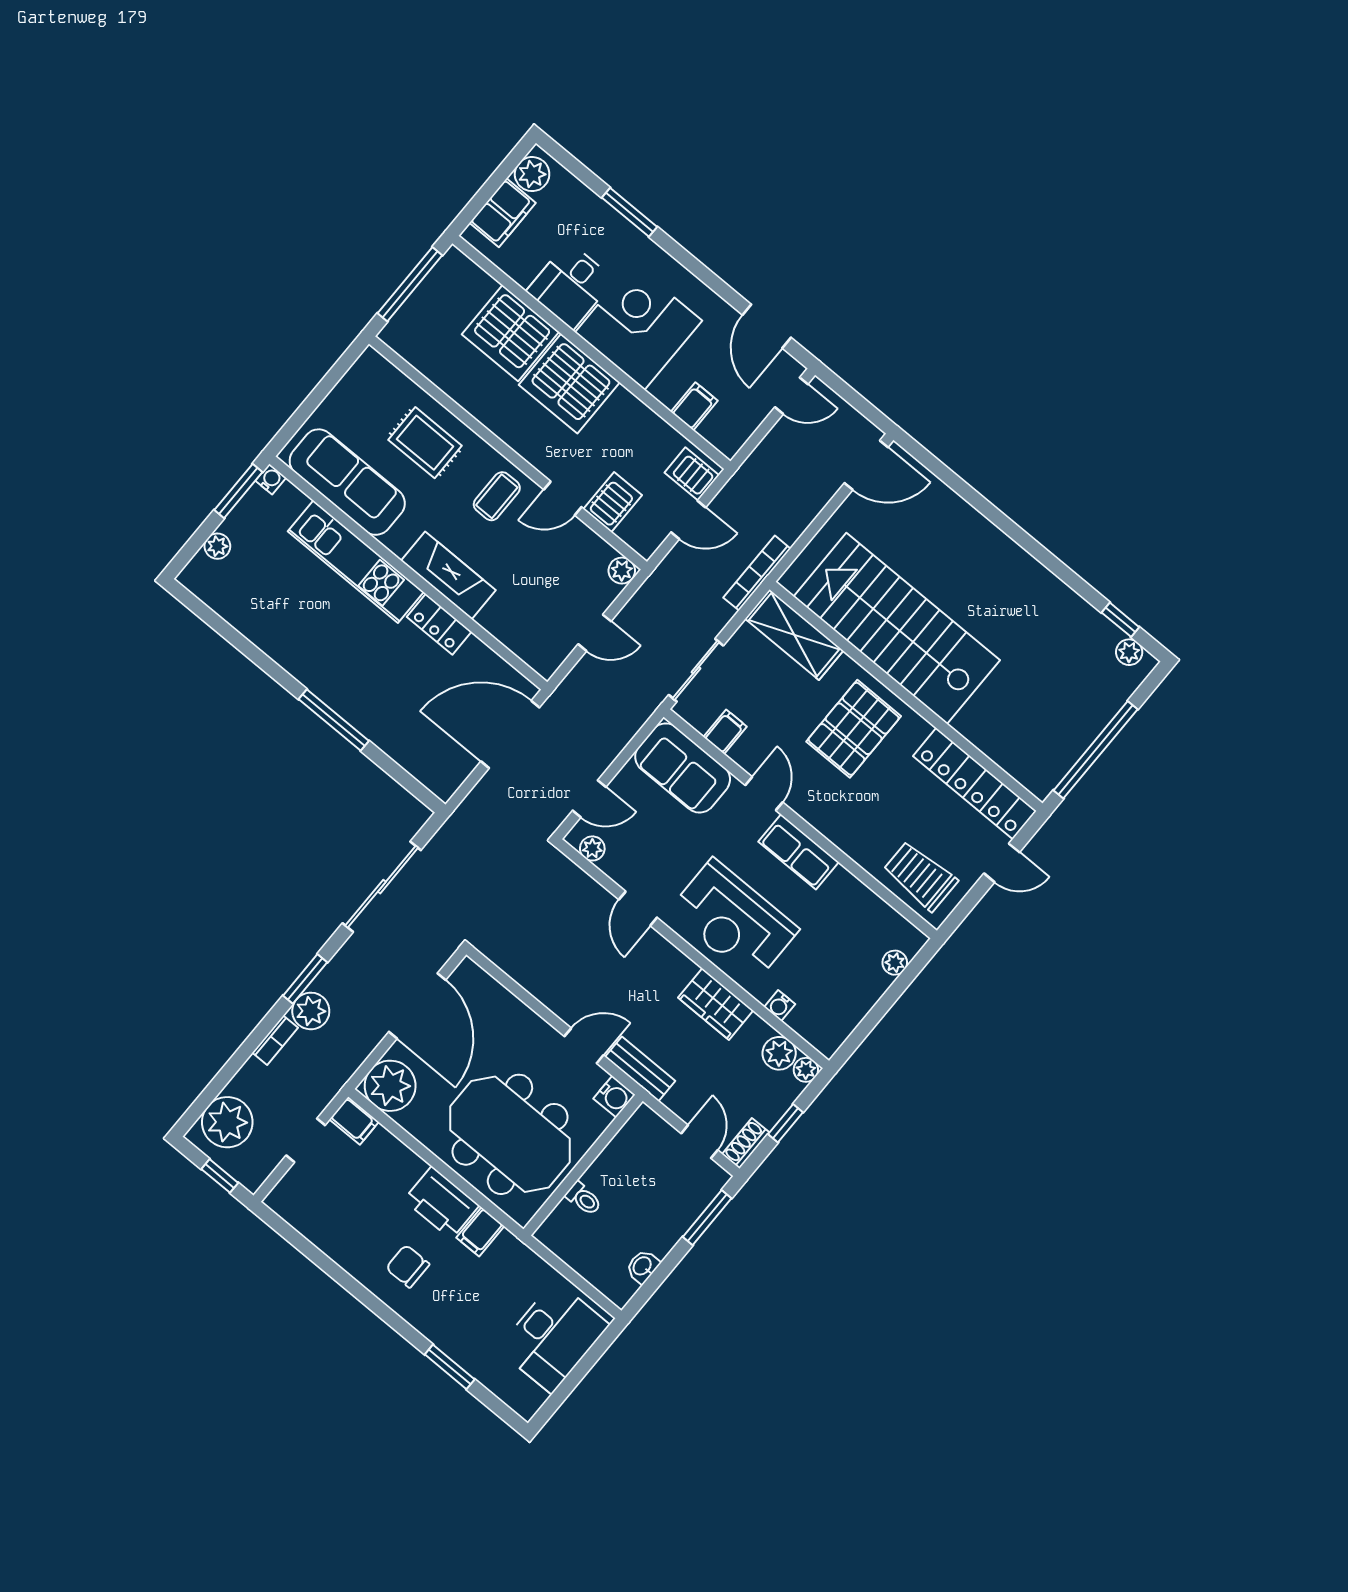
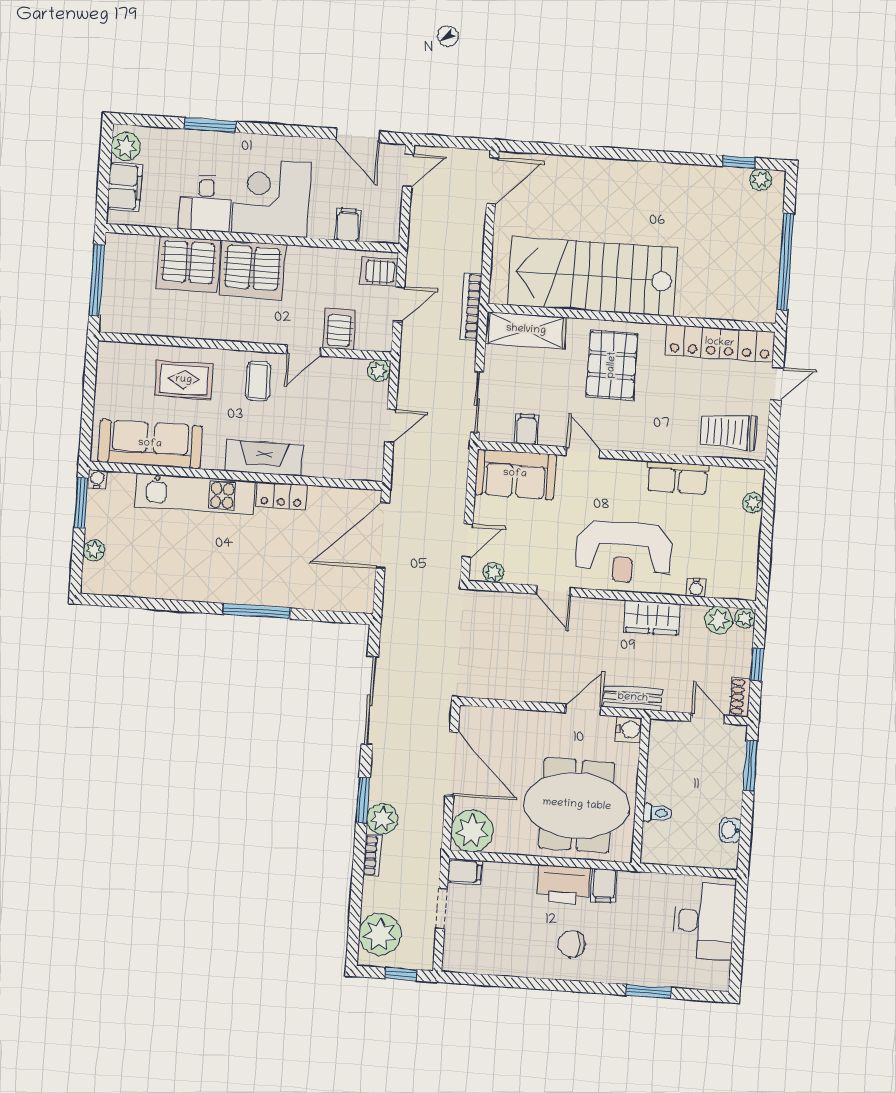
row of seats: (798, 852) -> (677, 478), moved

